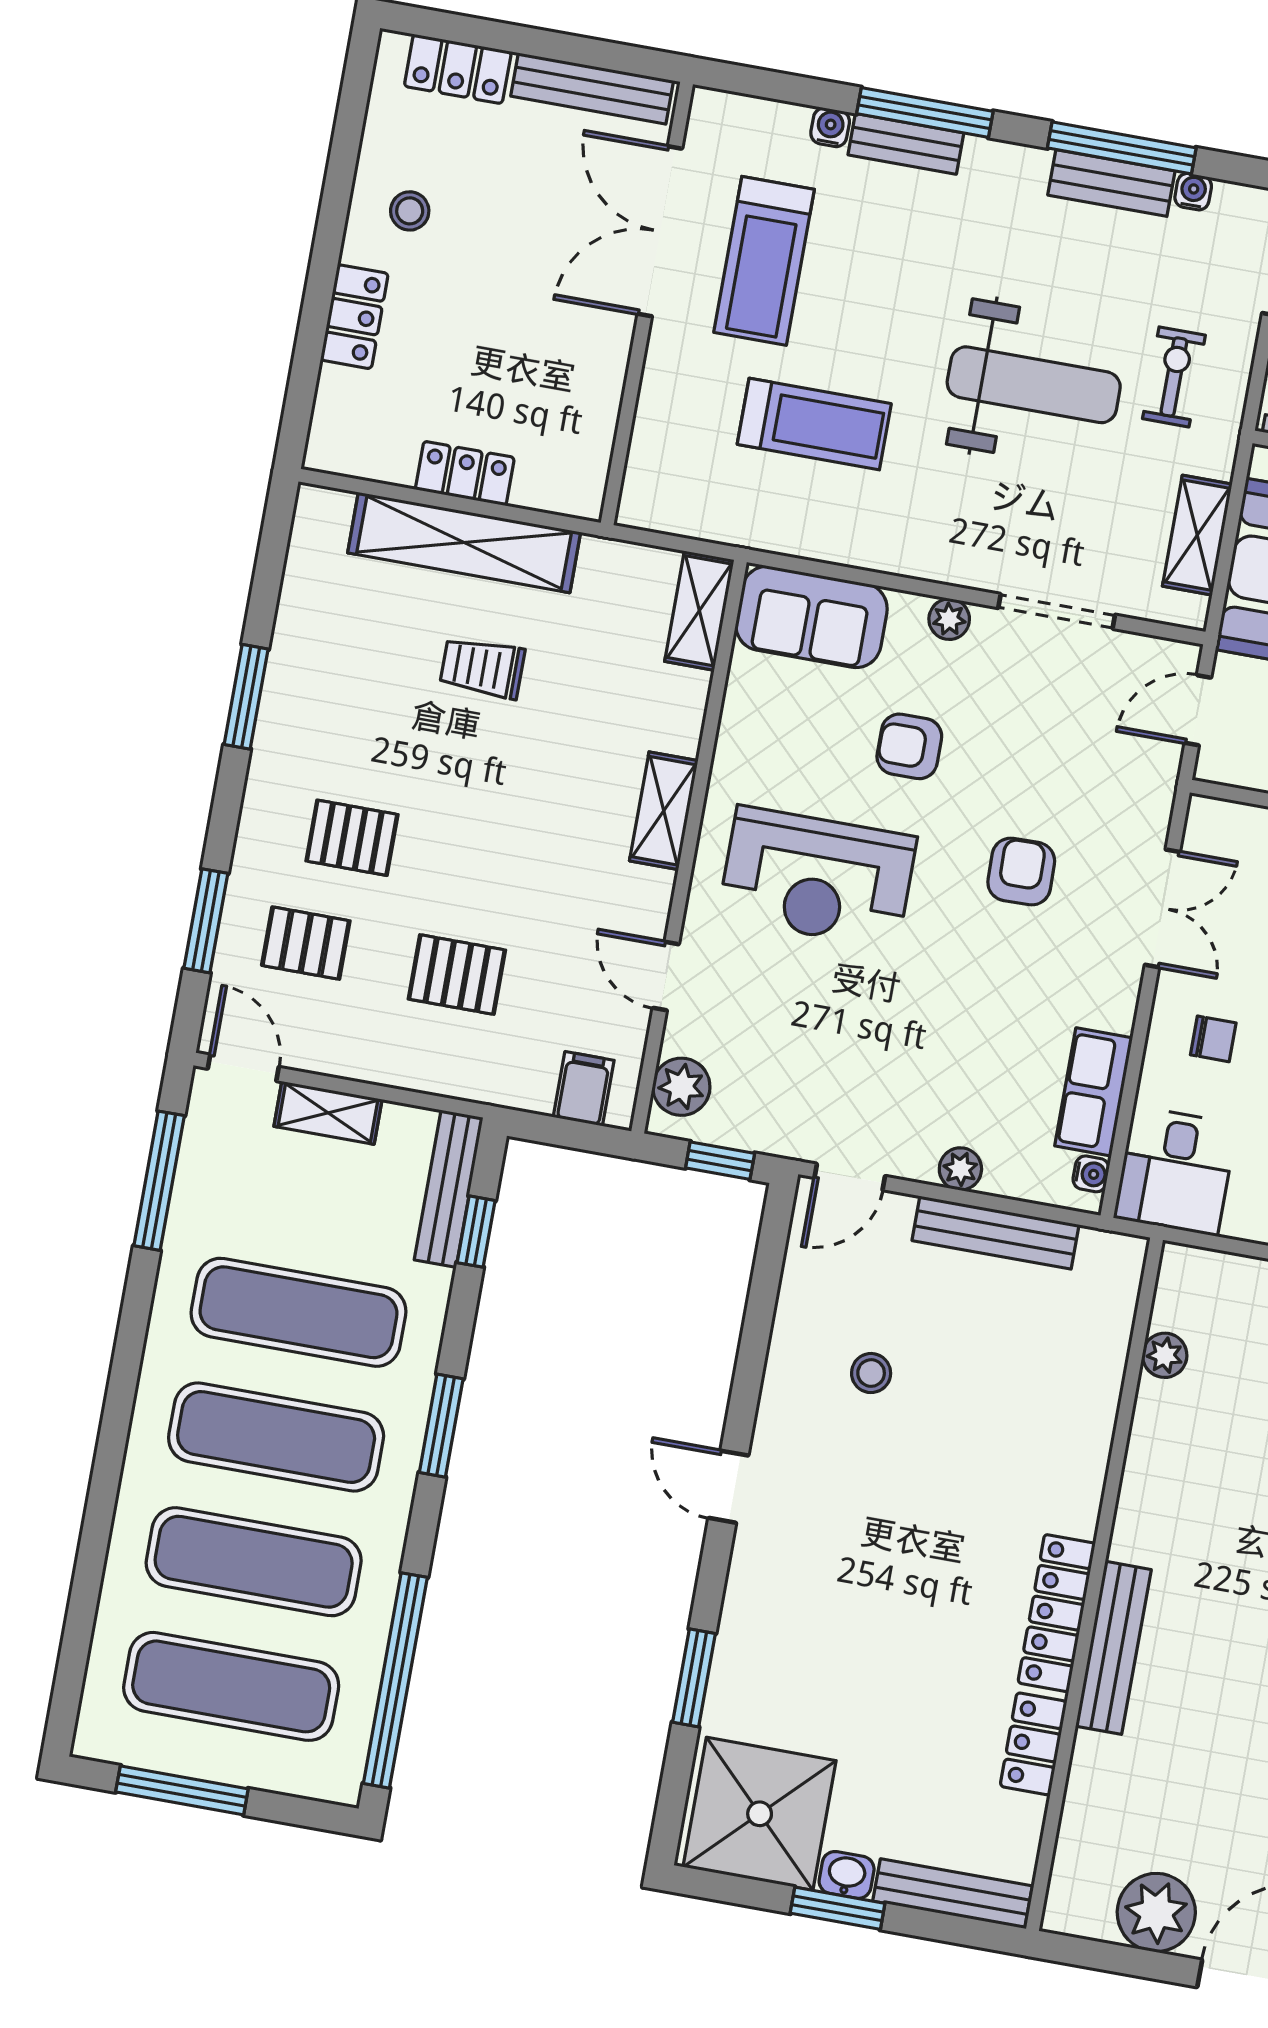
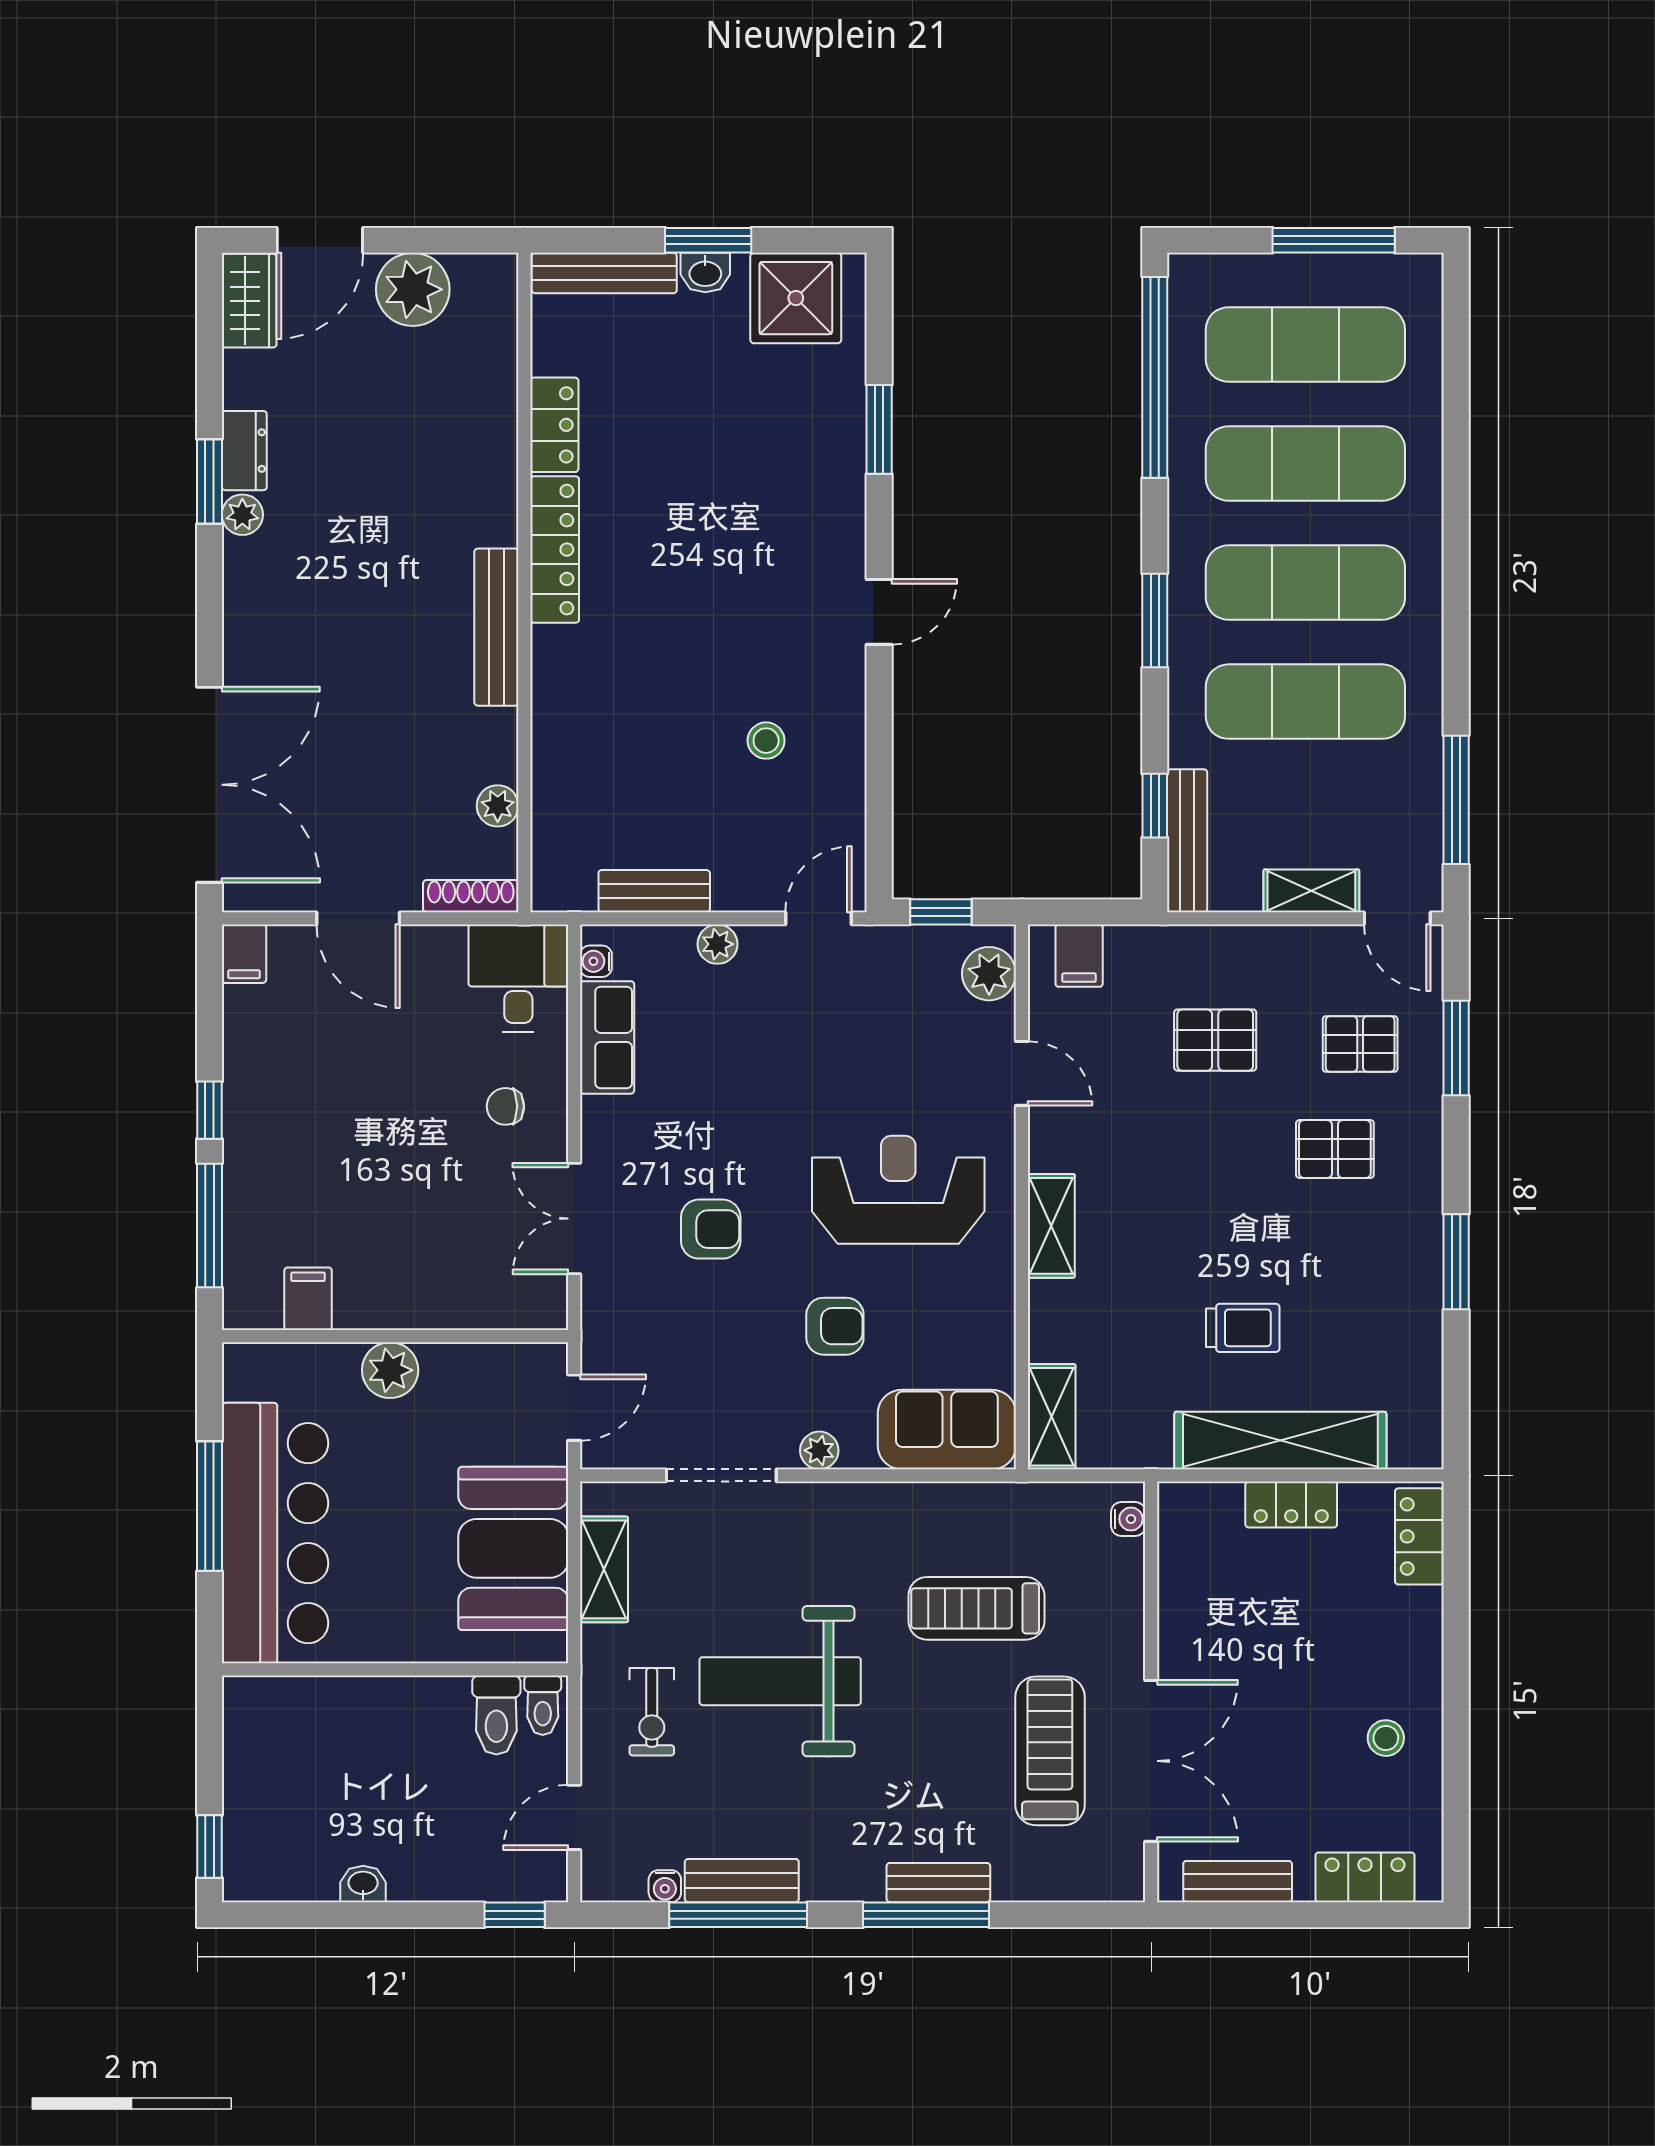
bench: (592, 88) -> (1238, 1882), width x0.73
water cooler: (830, 127) -> (1128, 1519), moved, turned -90
locker: (354, 317) -> (1419, 1536), moved
armchair: (1021, 872) -> (711, 1229), turned -89
bench: (996, 1233) -> (654, 891), width x0.73
shoe rack: (1210, 1266) -> (471, 896), added
door: (728, 1487) -> (879, 612), hinge flipped
bench: (1113, 1648) -> (496, 627), moved
shower: (760, 1814) -> (796, 298), width x0.73, depth x0.73

